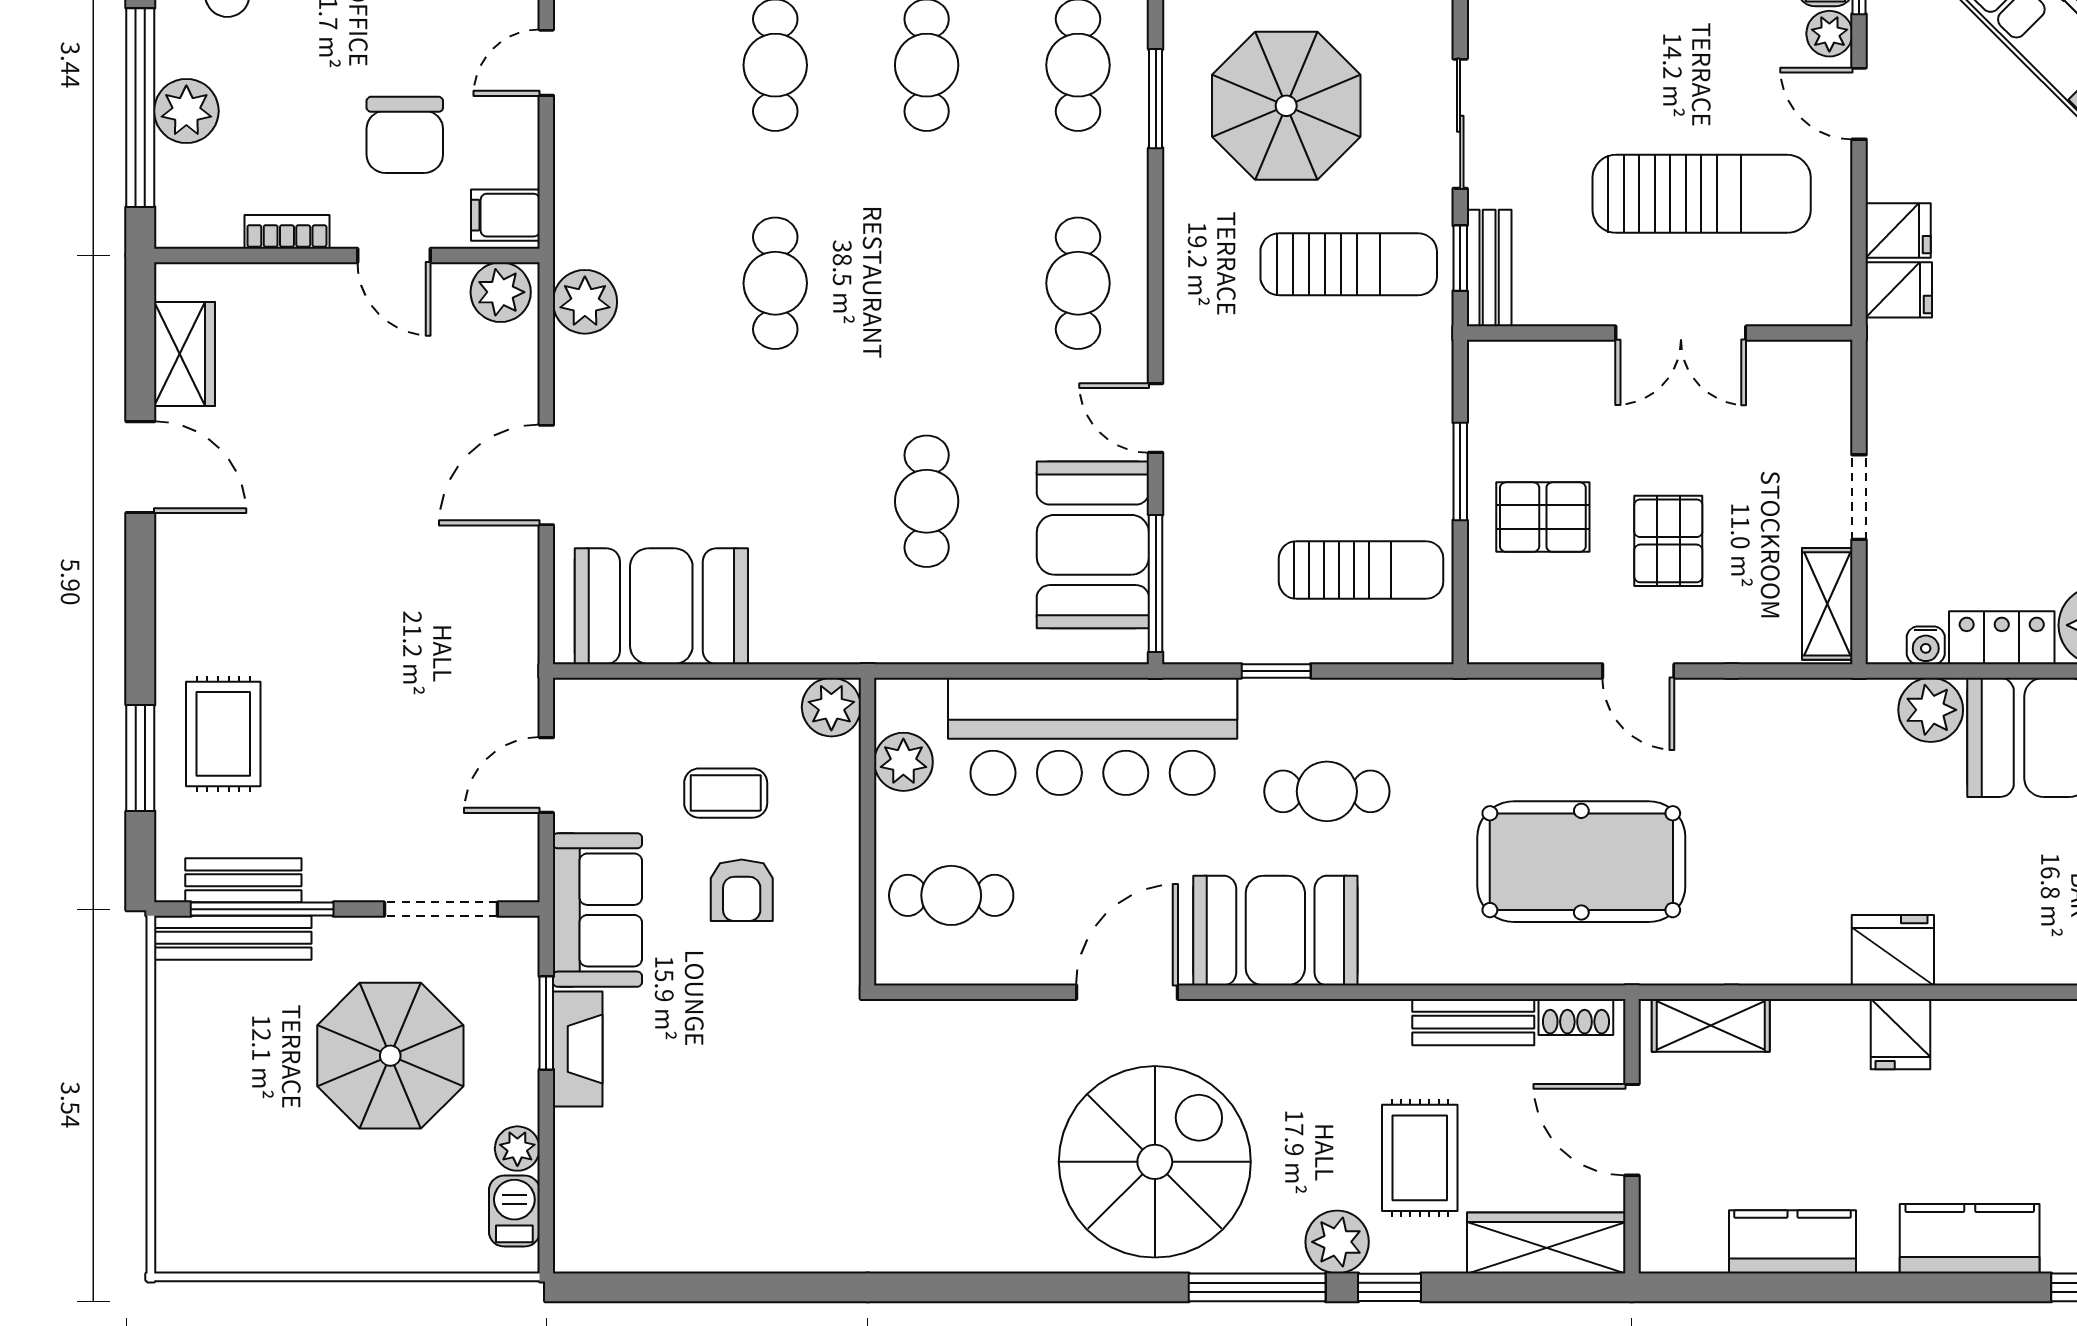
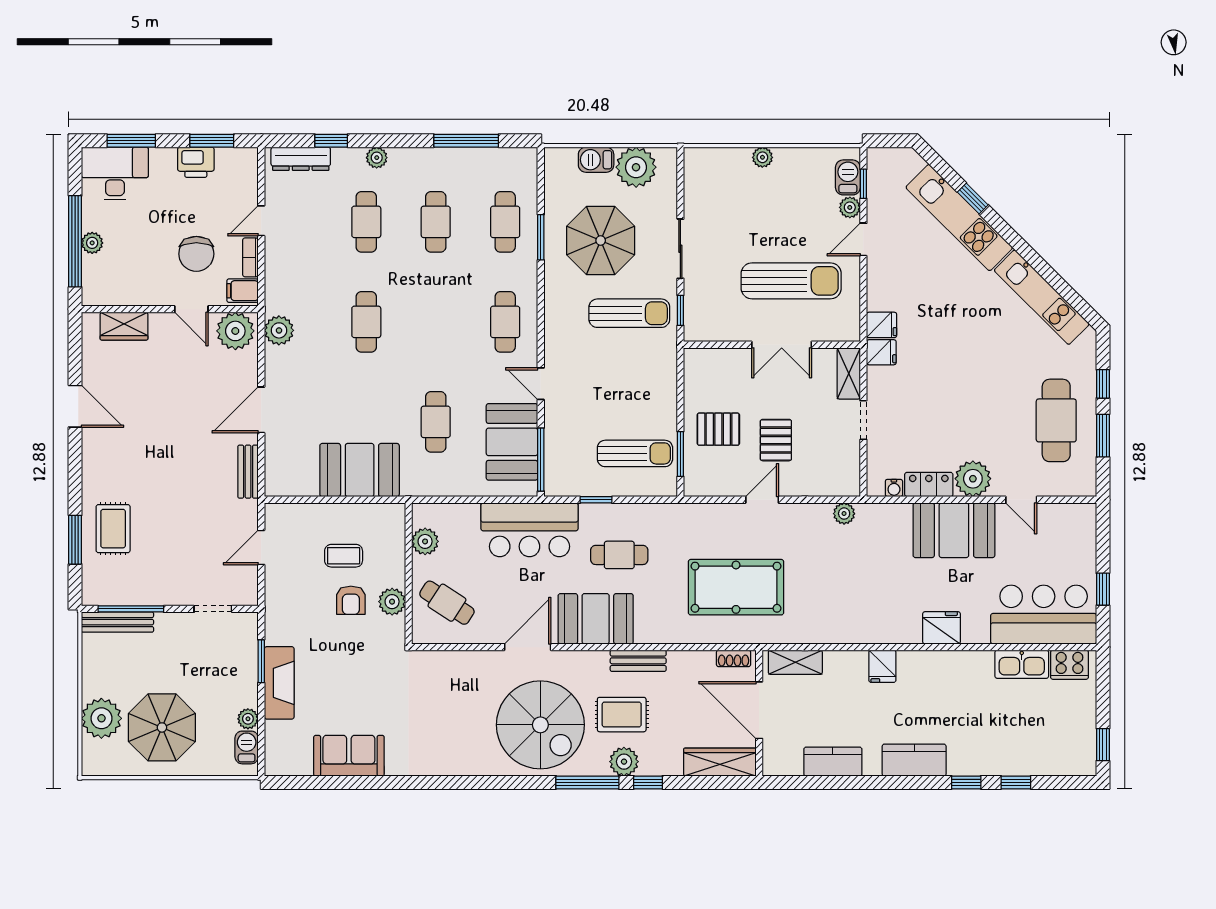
door: (1859, 104) -> (863, 239), hinge flipped
plant: (186, 111) -> (92, 243), width x0.73, depth x0.73
fridge: (1898, 231) -> (881, 352), moved
bookcase: (287, 232) -> (250, 257), moved, turned -90
bench: (1489, 268) -> (694, 315), removed
plant: (501, 292) -> (235, 331), width x1.36, depth x1.36
wardrobe: (184, 354) -> (124, 326), moved, turned 90
window: (1460, 471) -> (680, 454), moved
shelving: (1827, 604) -> (849, 373), moved
booth: (661, 606) -> (360, 470), moved
door: (1638, 671) -> (762, 500), swing flipped
plant: (831, 707) -> (392, 602), moved
plant: (1931, 710) -> (844, 514), moved, width x0.73, depth x0.73
bar counter: (1093, 736) -> (529, 530), width x0.73
bench: (243, 880) -> (248, 472), moved, turned 90
cafe table: (951, 895) -> (447, 603), turned 33
doorway: (441, 909) -> (213, 609), width x0.73
sofa: (597, 910) -> (349, 756), moved, turned -90
fridge: (1893, 950) -> (941, 628), moved
bench: (1473, 1022) -> (638, 661), moved
fireplace: (578, 1049) -> (279, 683), width x1.37, depth x1.32
parasol: (390, 1056) -> (162, 727), moved
door: (1632, 1130) -> (759, 710), width x1.36
plant: (198, 1148) -> (101, 718), added
rug: (1420, 1158) -> (622, 715), moved, turned 90
spiral stairs: (1155, 1162) -> (540, 725), turned 90

